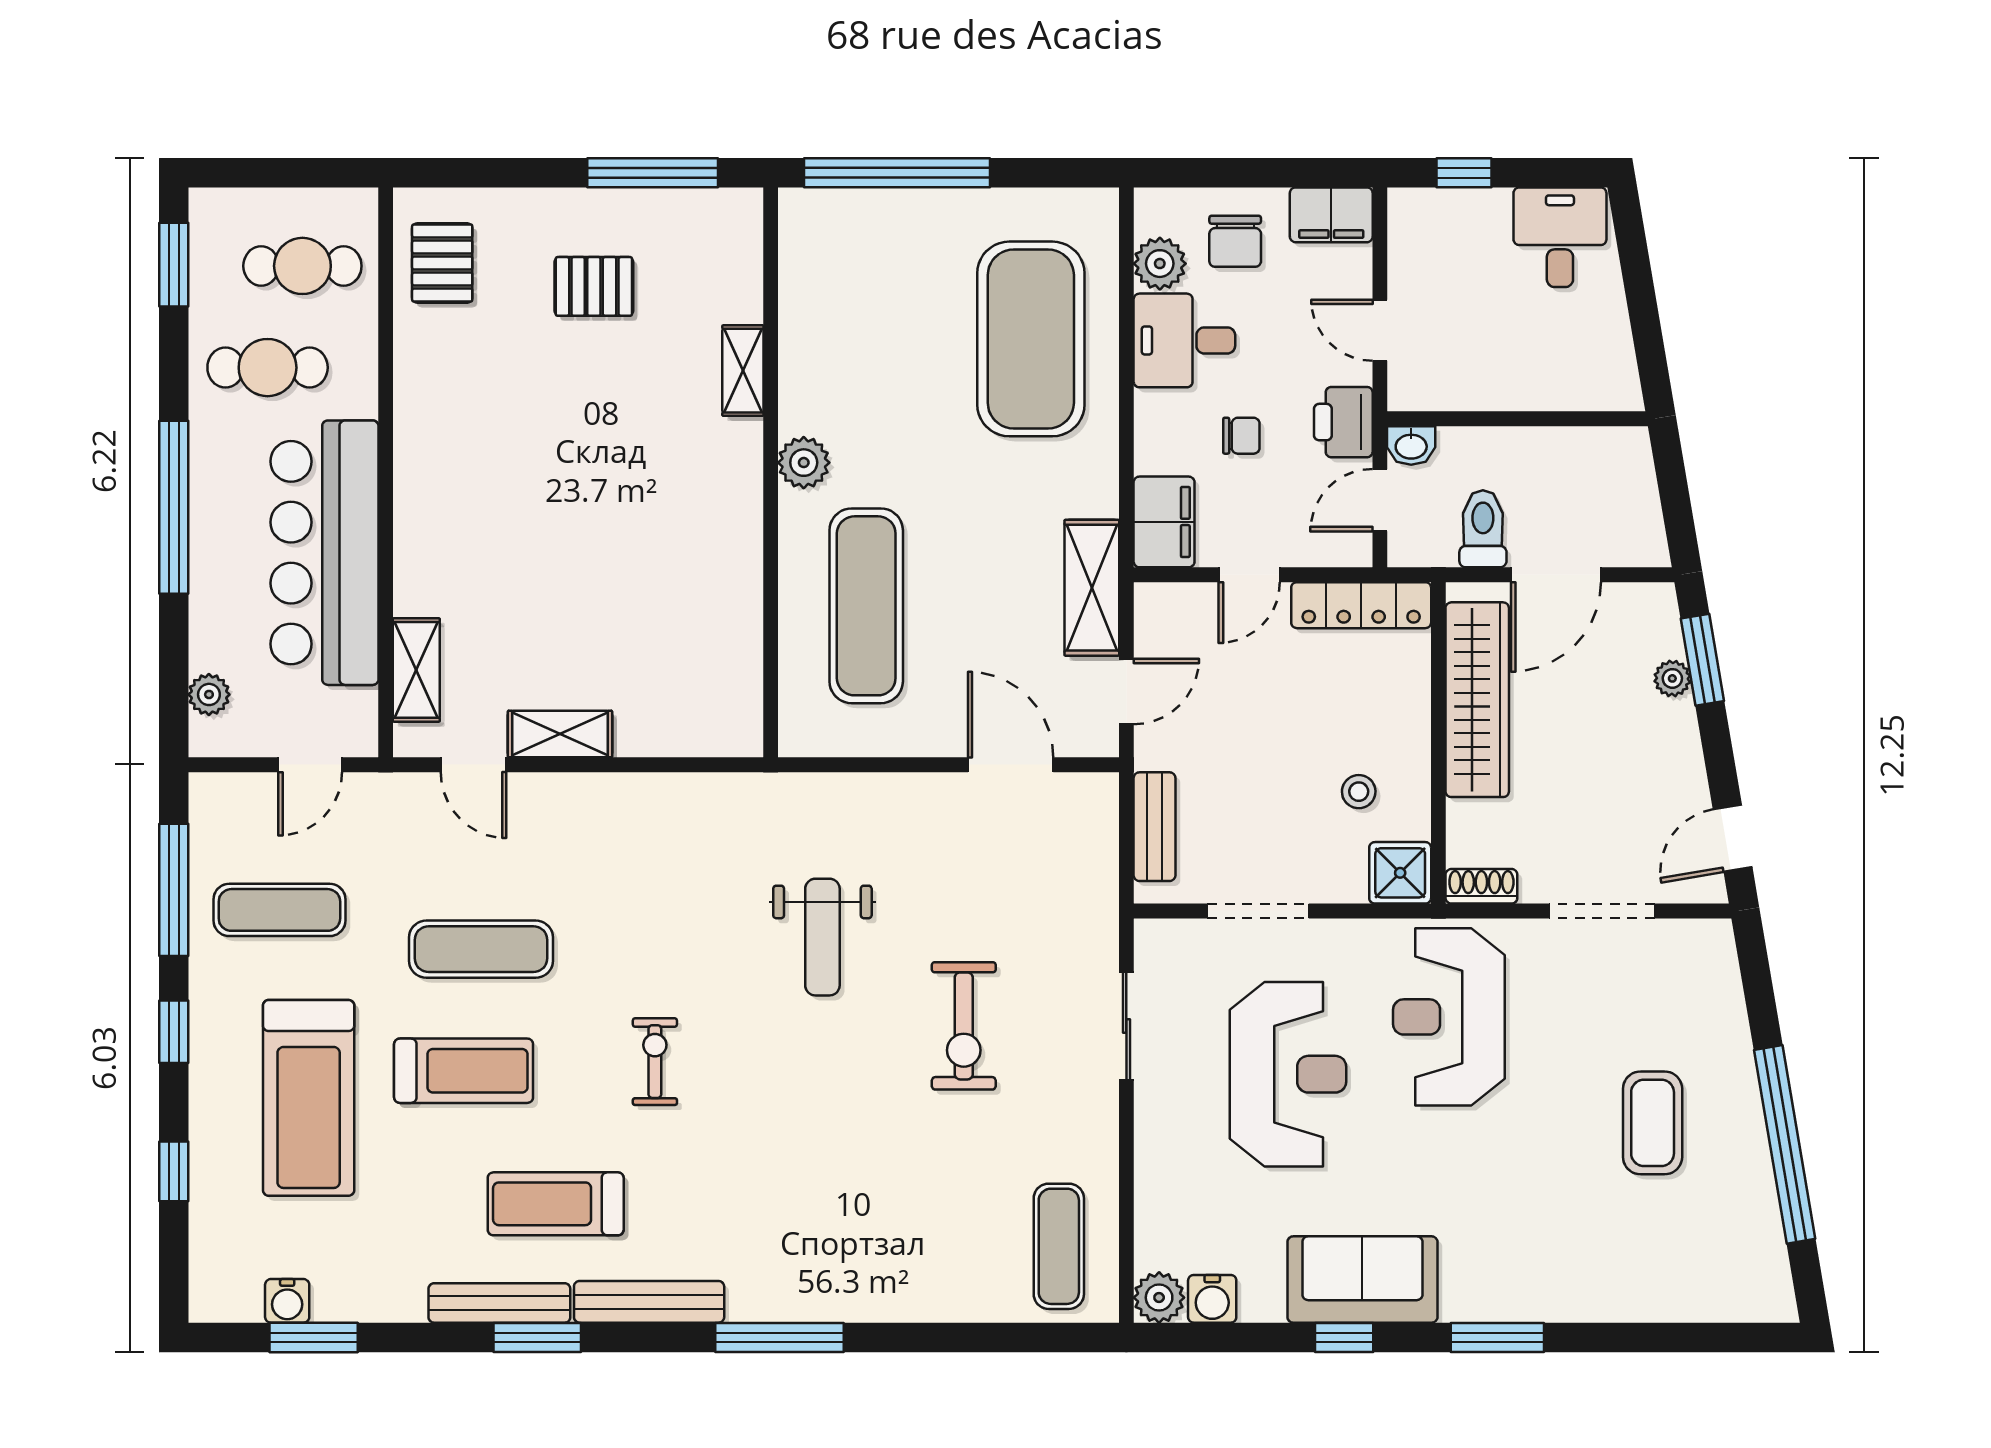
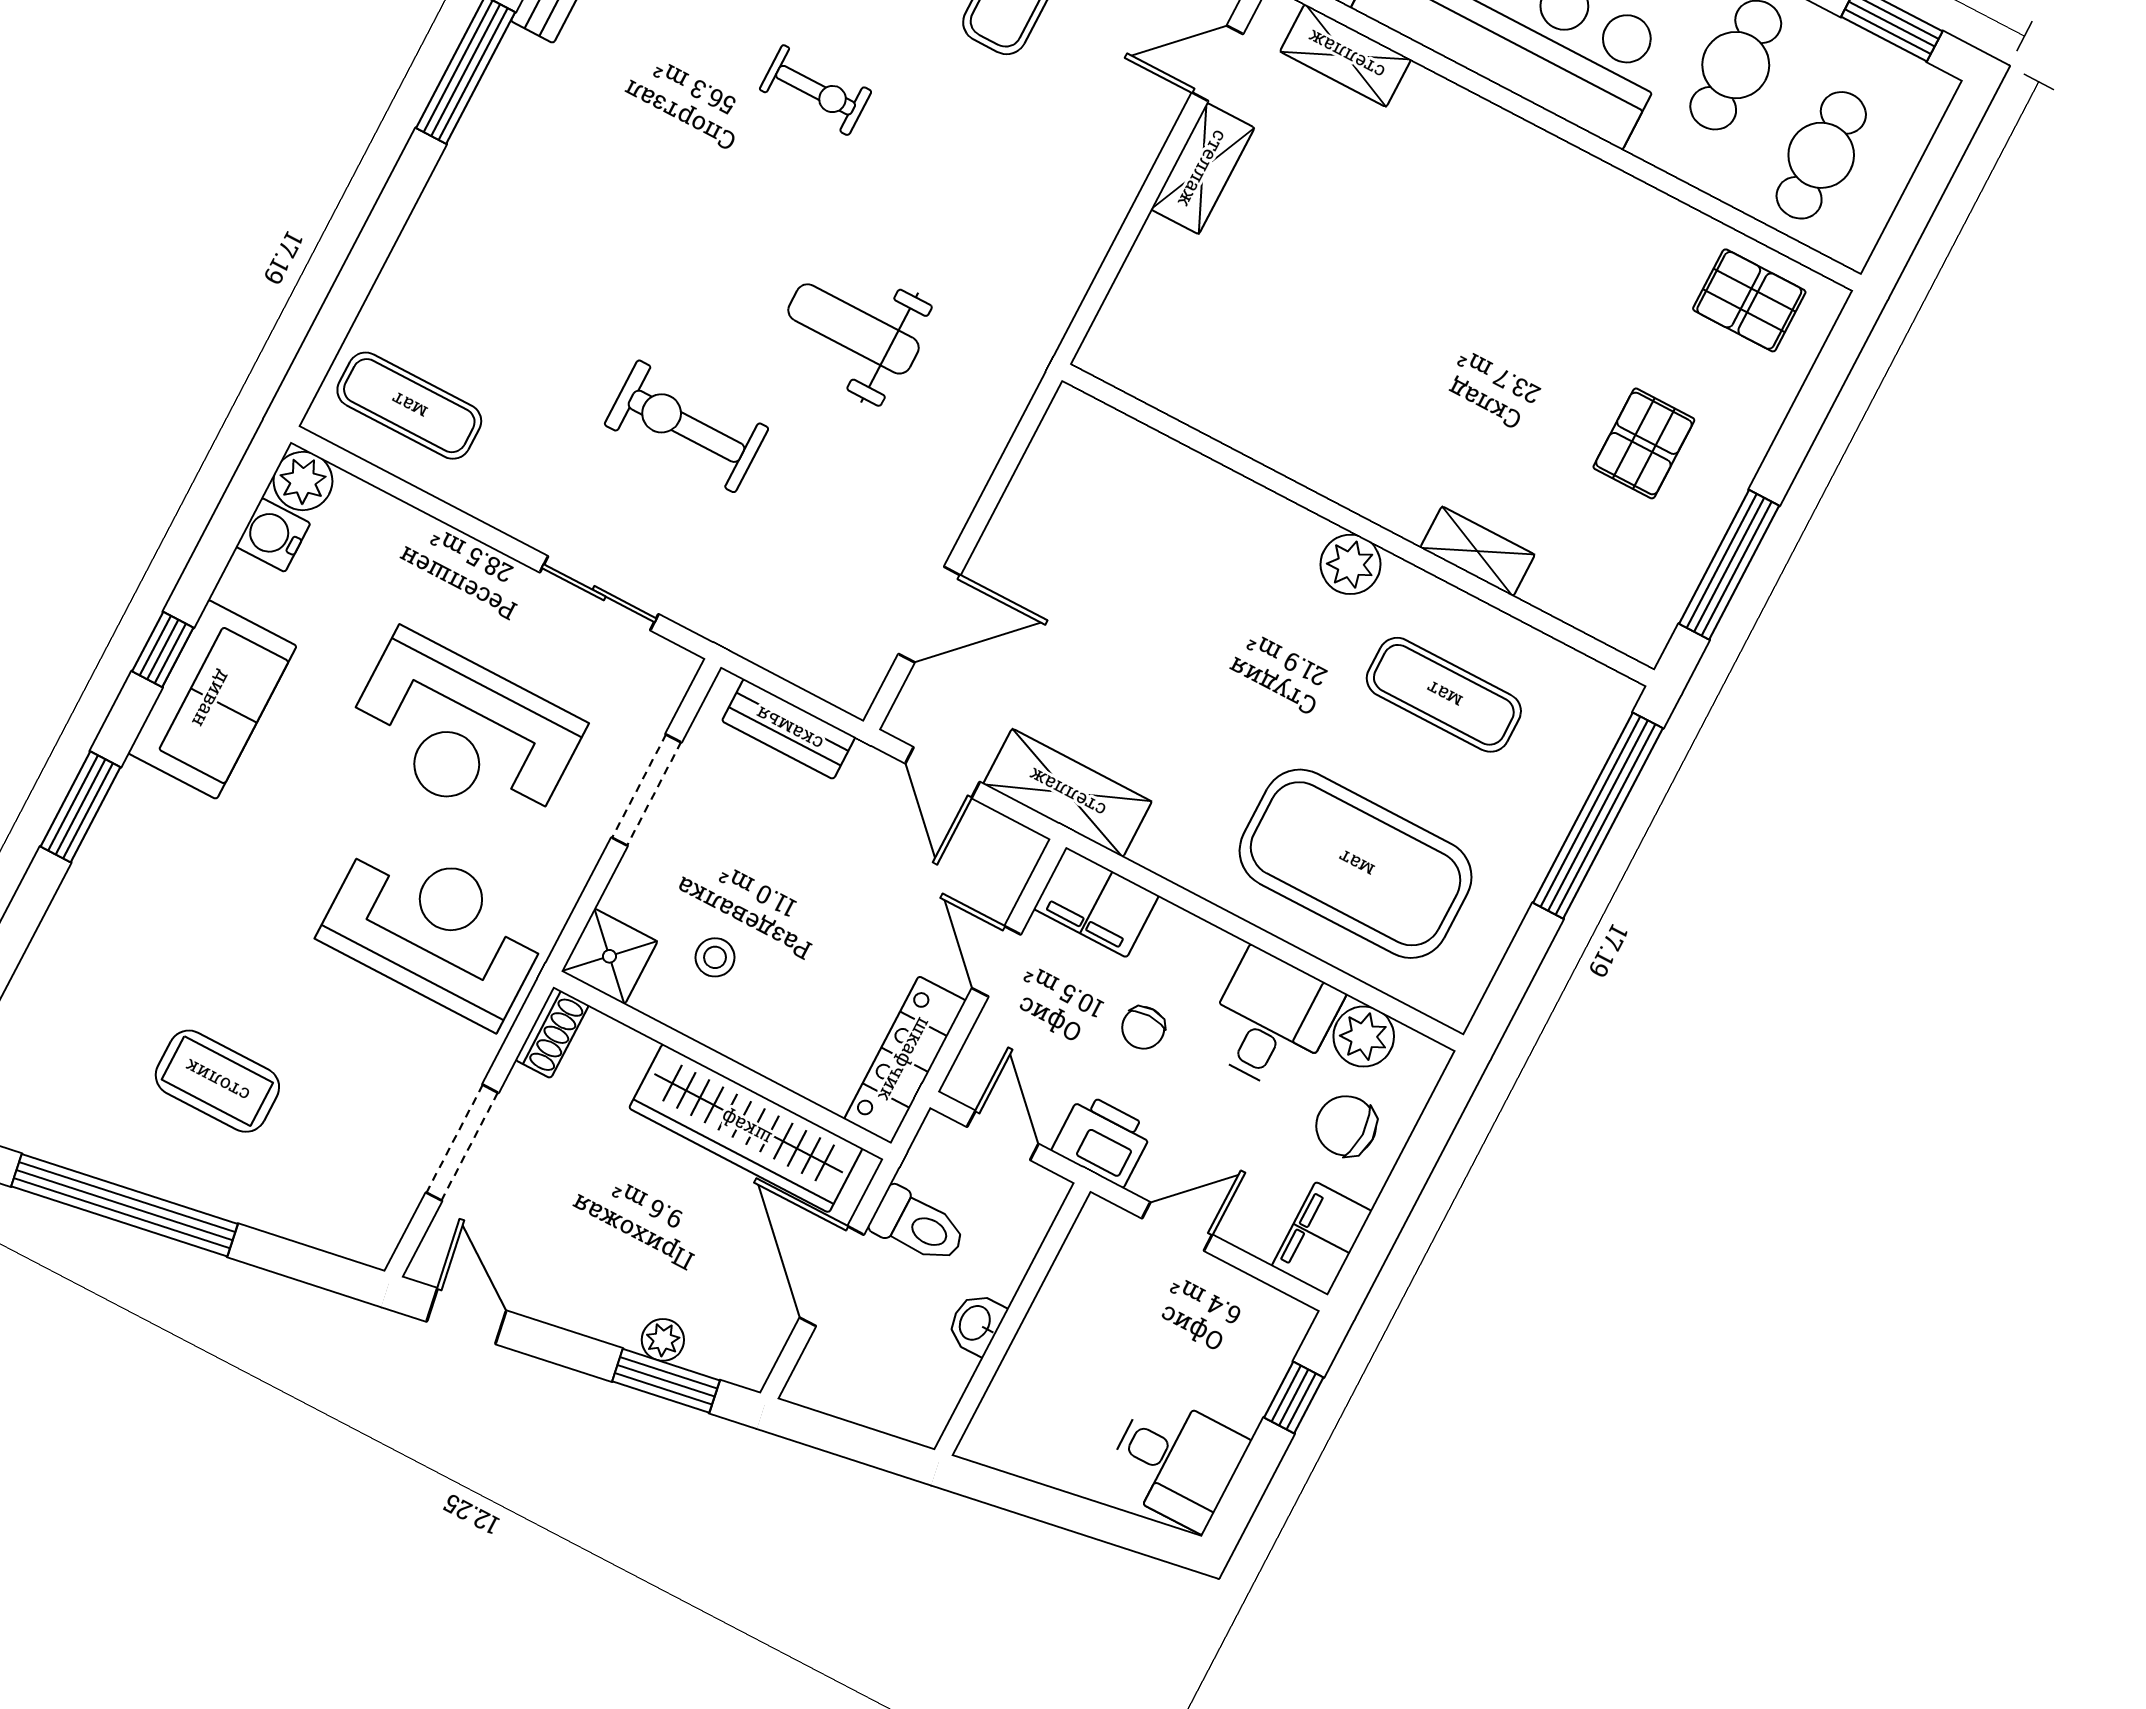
washbasin: (1411, 445) -> (976, 1323), moved
exercise mat: (866, 606) -> (1444, 695), moved, width x0.73, depth x0.69

